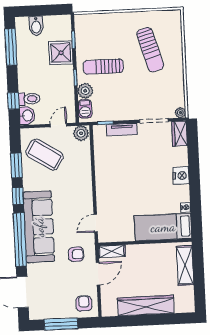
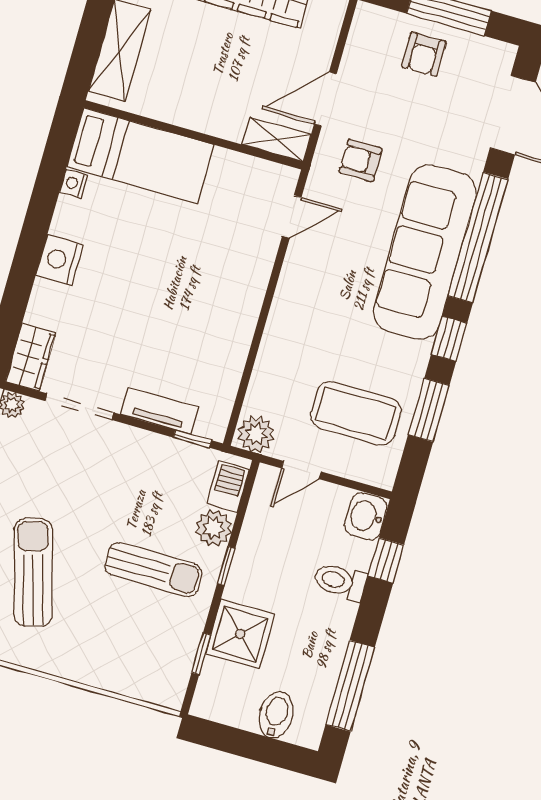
toilet: (29, 99) -> (340, 581), moved
coffee table: (45, 155) -> (356, 413), turned -33
armchair: (84, 304) -> (424, 54), moved

